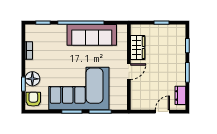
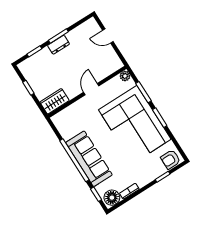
sofa: (92, 35) -> (89, 159), moved
wardrobe: (138, 47) -> (54, 101), moved
door: (129, 72) -> (91, 89), hinge flipped
floor lamp: (32, 79) -> (112, 198), moved
dresser: (180, 95) -> (59, 45), moved
plant: (122, 105) -> (125, 76), added

